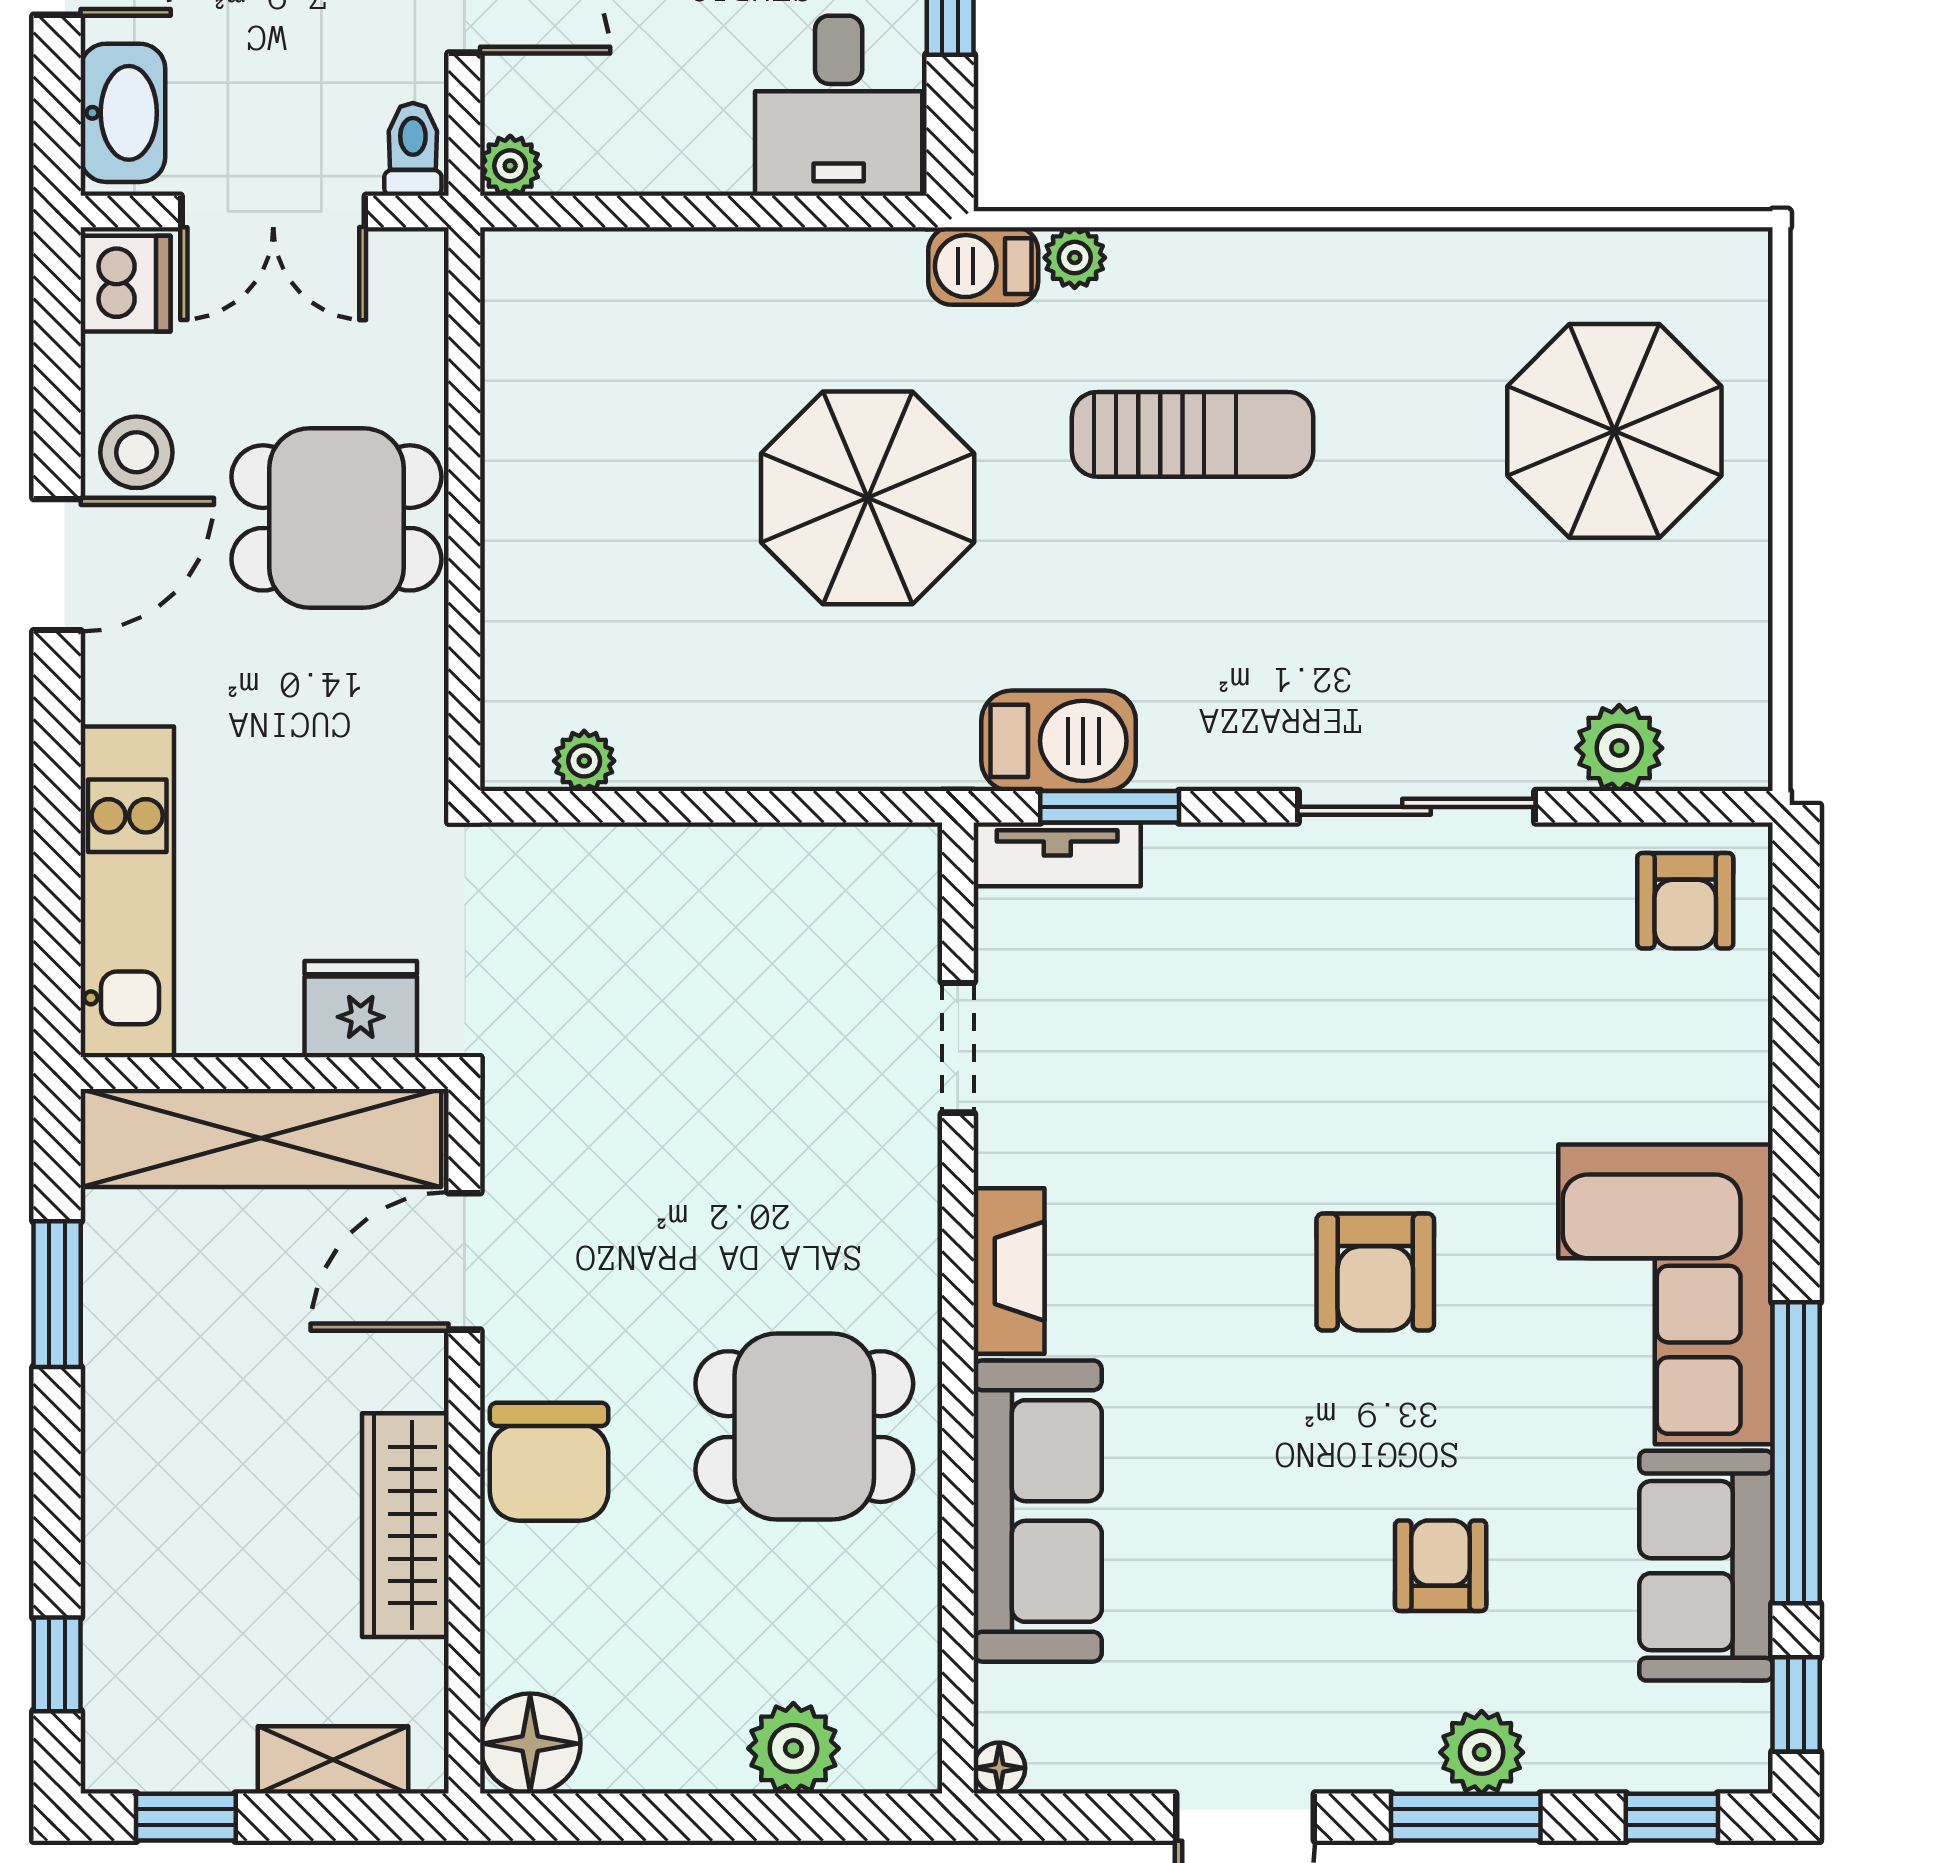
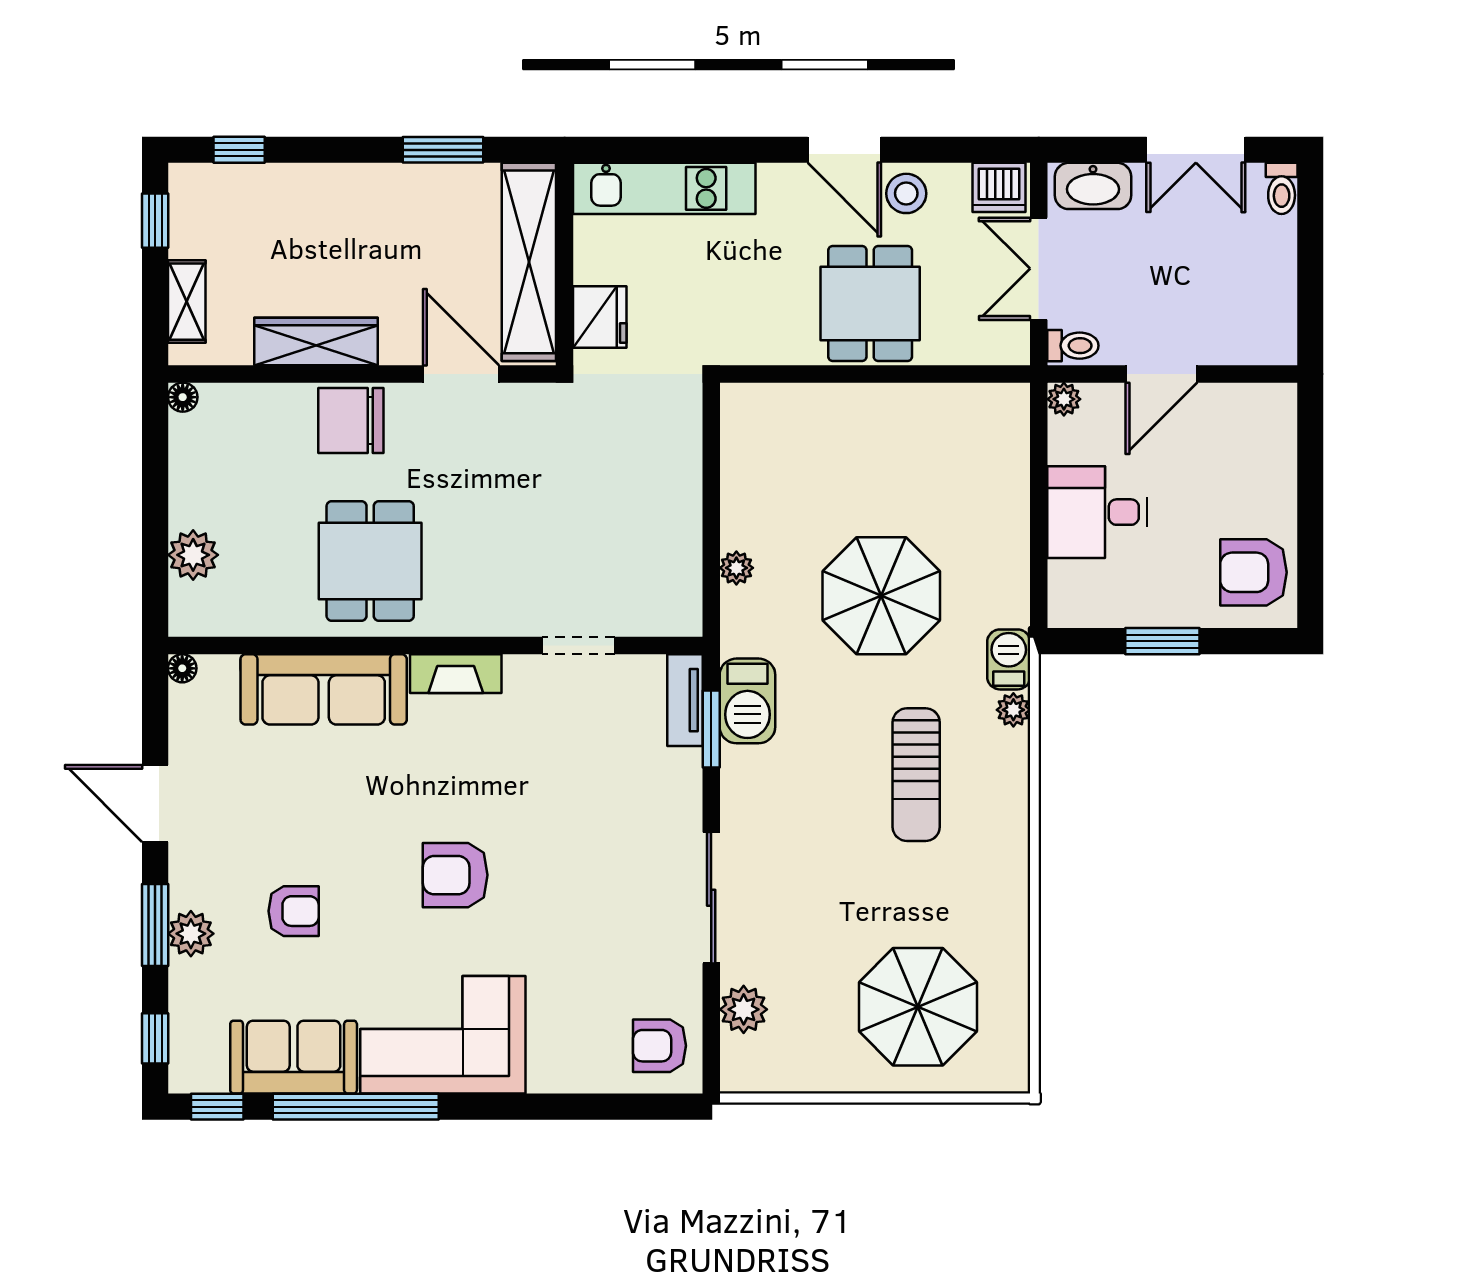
desk: (839, 106) -> (1097, 512), moved
plant: (584, 761) -> (736, 568), moved
floor lamp: (530, 1744) -> (183, 397), width x0.53, depth x0.53

